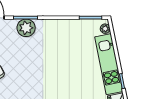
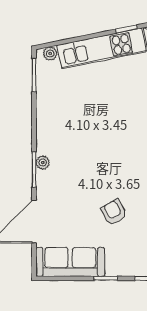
plant: (26, 28) -> (43, 163), width x0.53, depth x0.53

